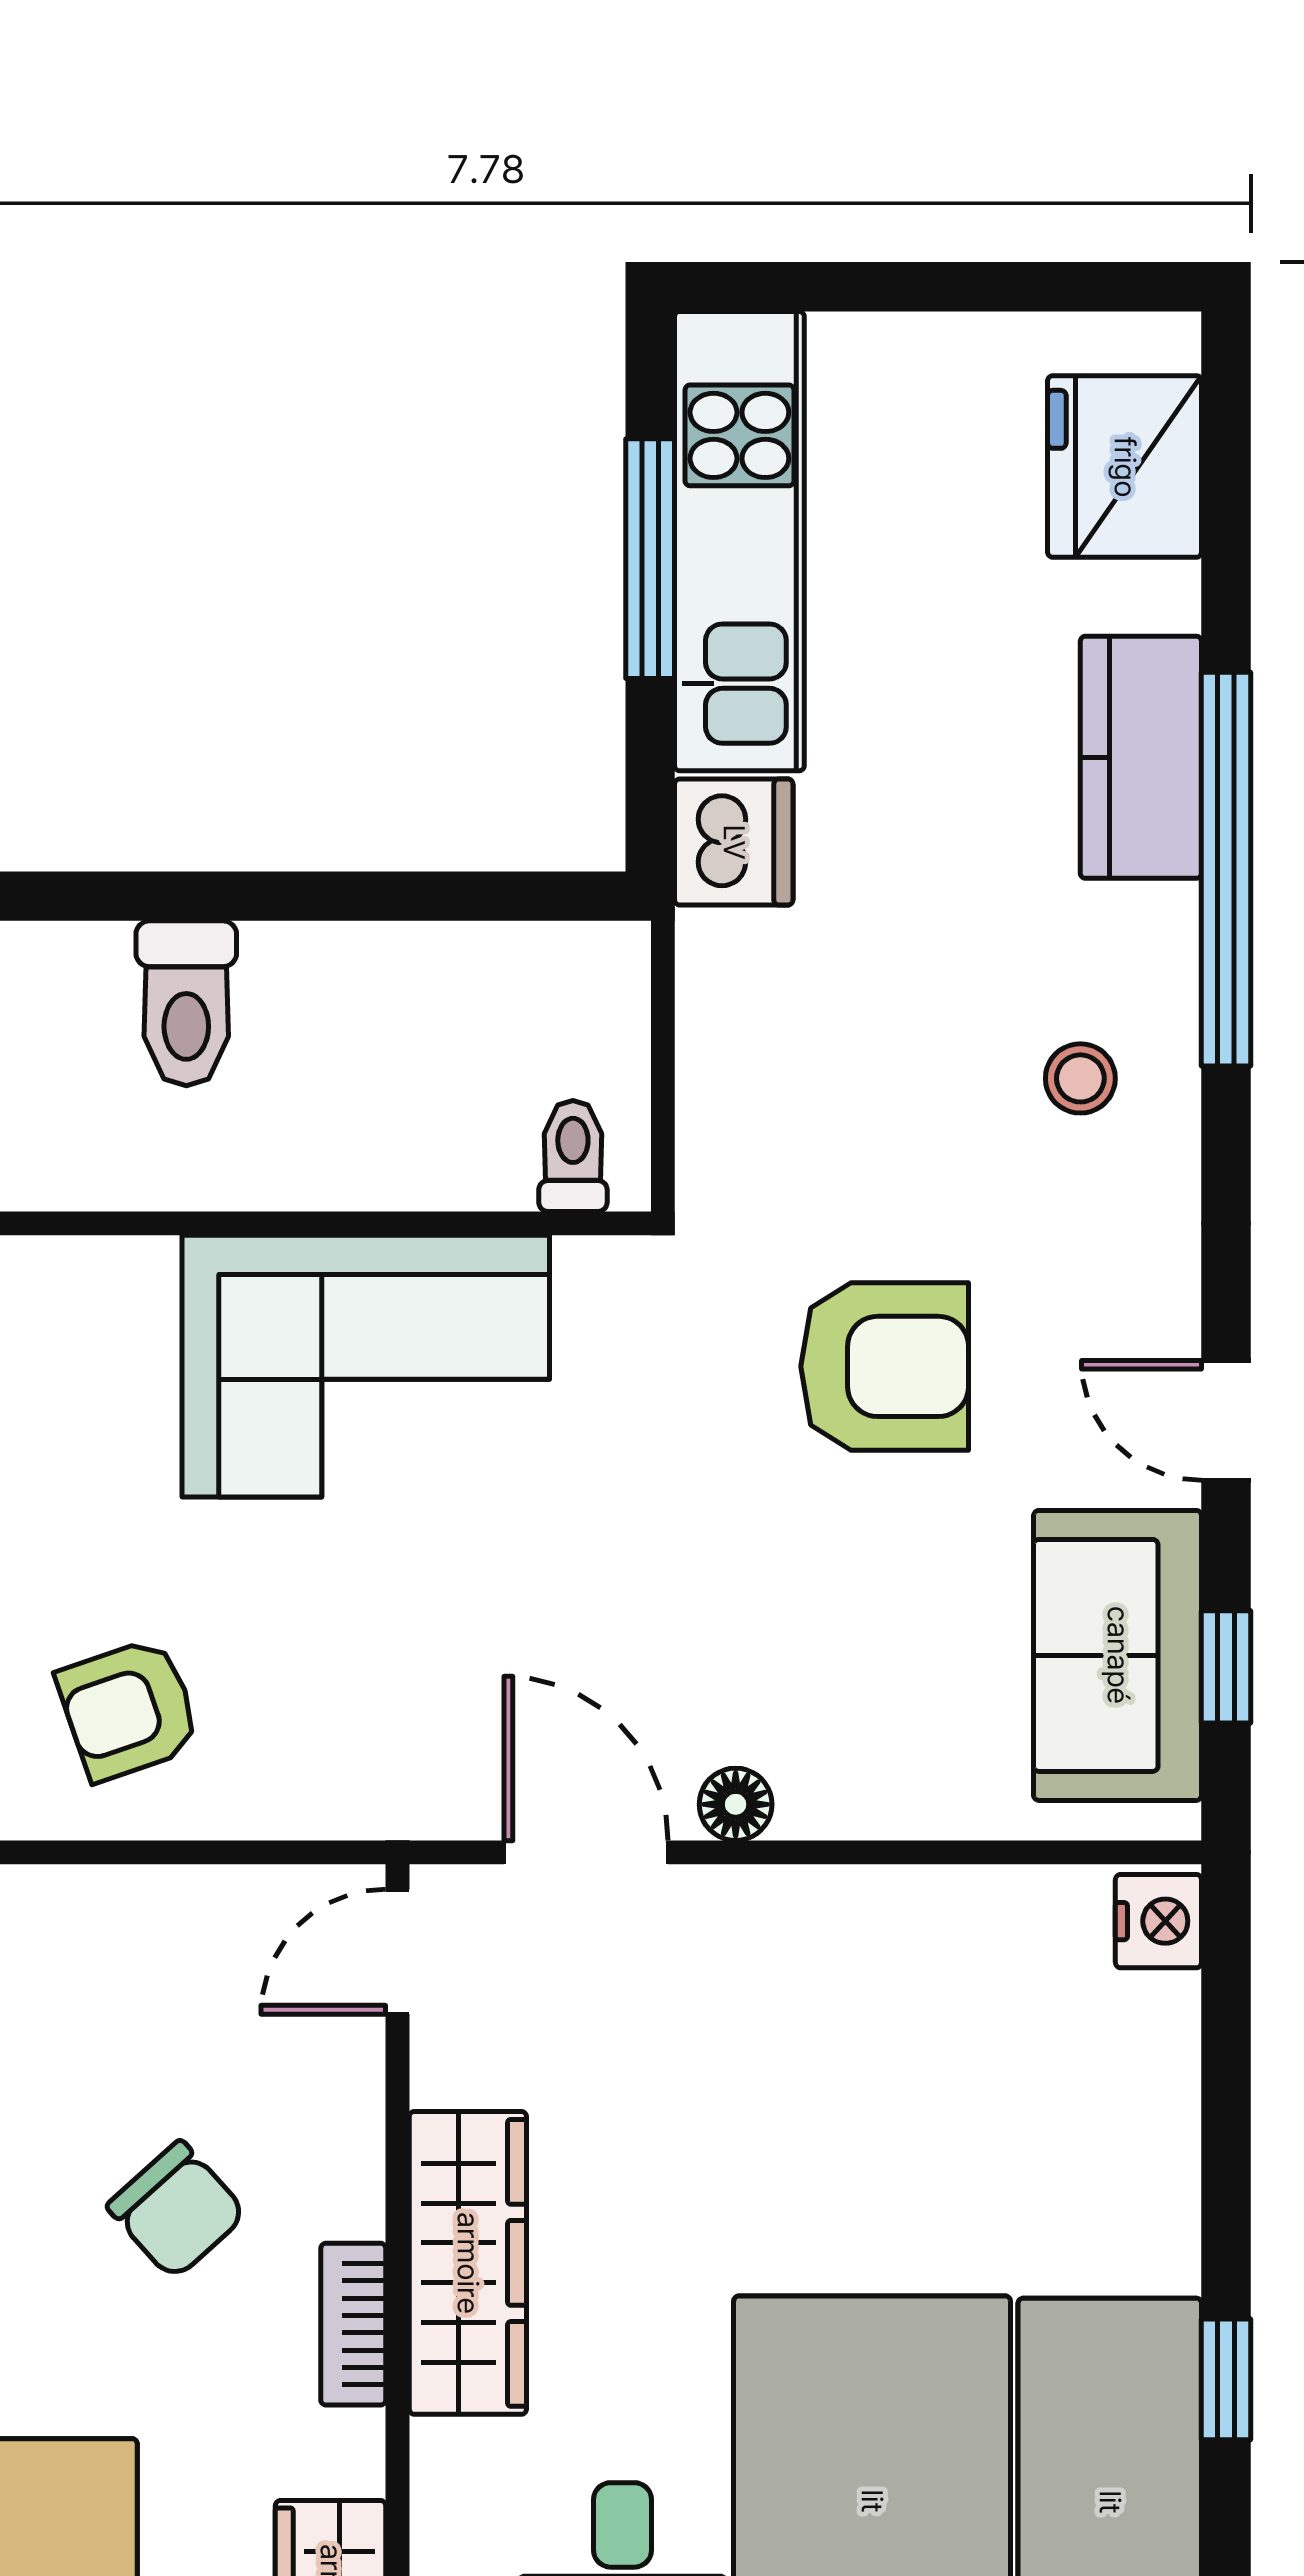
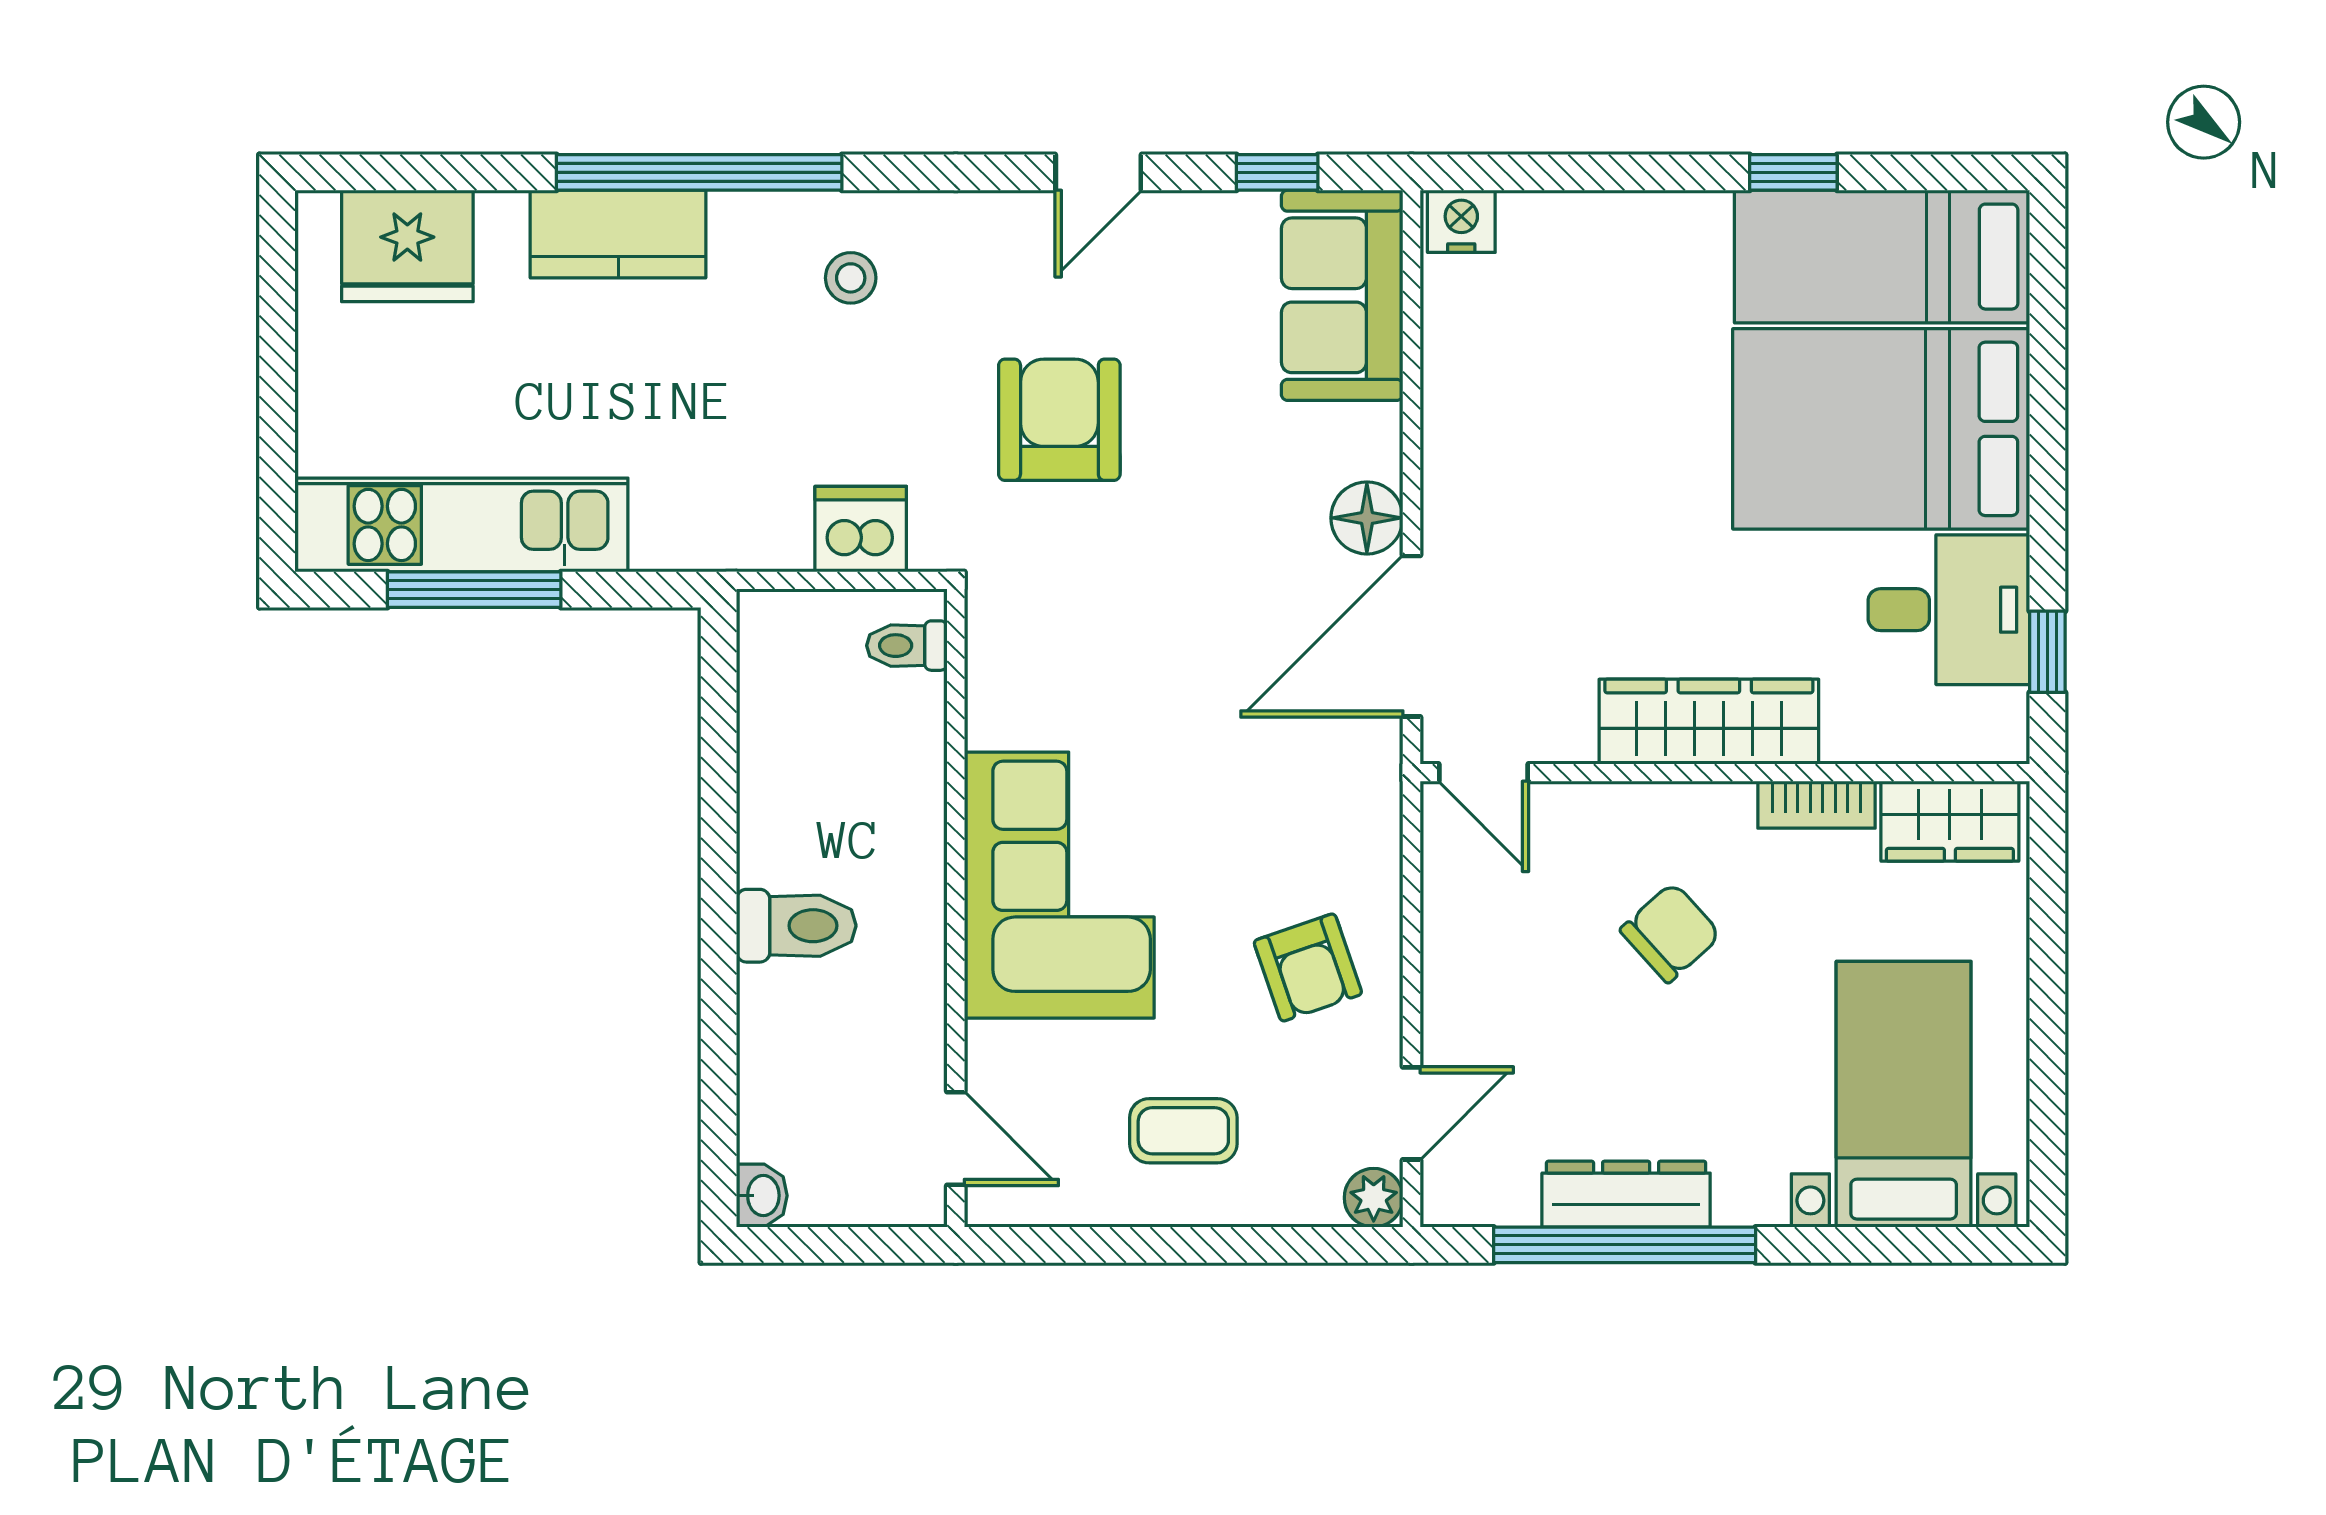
dishwasher: (734, 842) -> (861, 529), moved
corner sofa: (366, 1366) -> (1059, 885), moved
sofa: (1118, 1655) -> (1342, 295), moved, turned 90
floor lamp: (736, 1804) -> (1367, 518), width x1.37, depth x1.37
door: (586, 1852) -> (1411, 636), width x1.36
bookcase: (353, 2324) -> (1817, 805), moved

